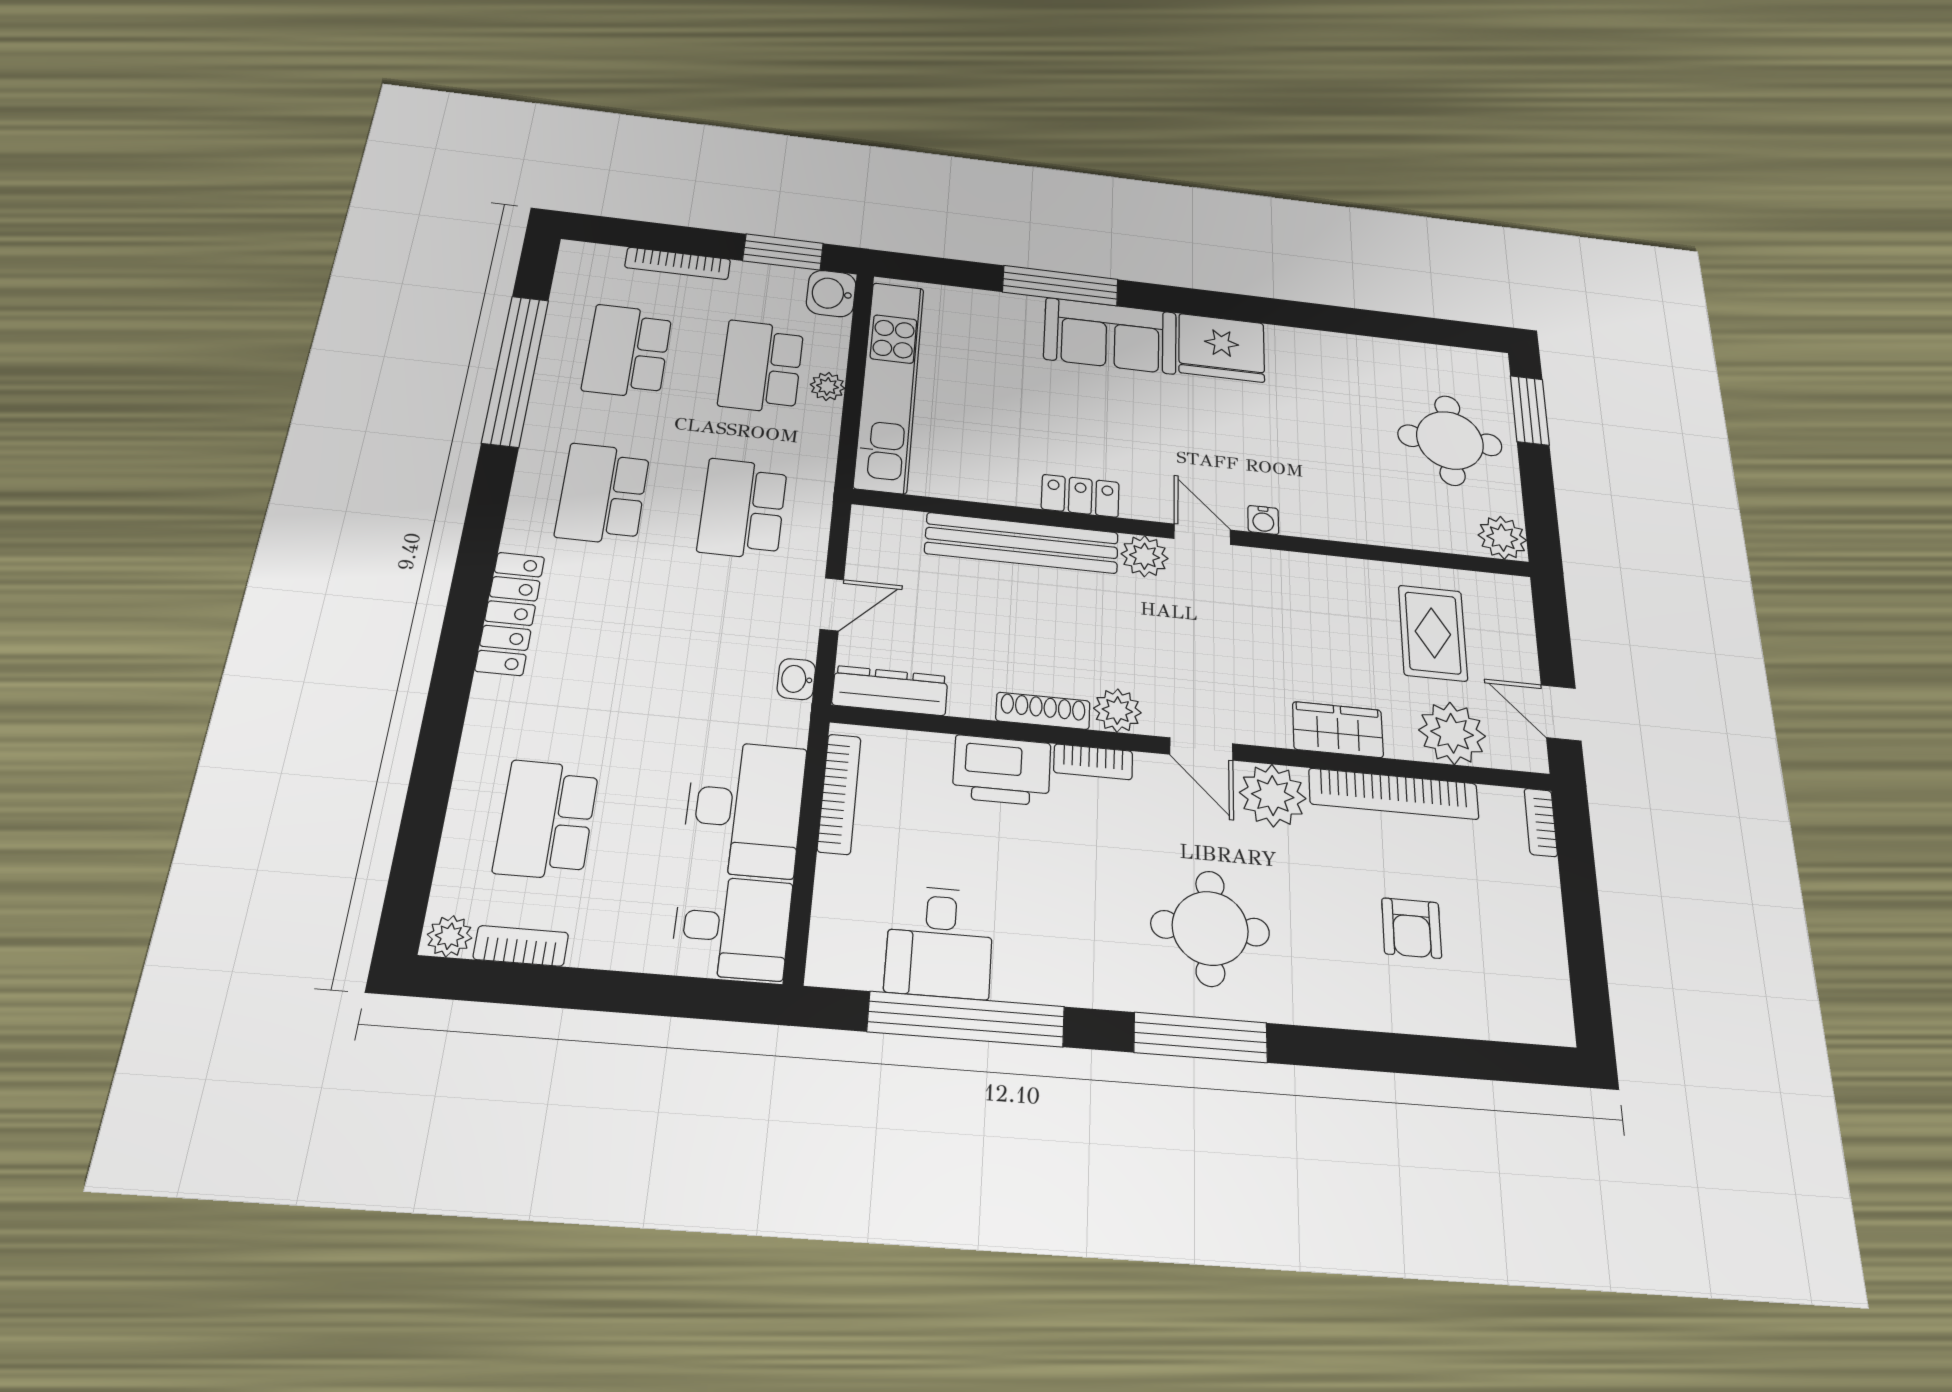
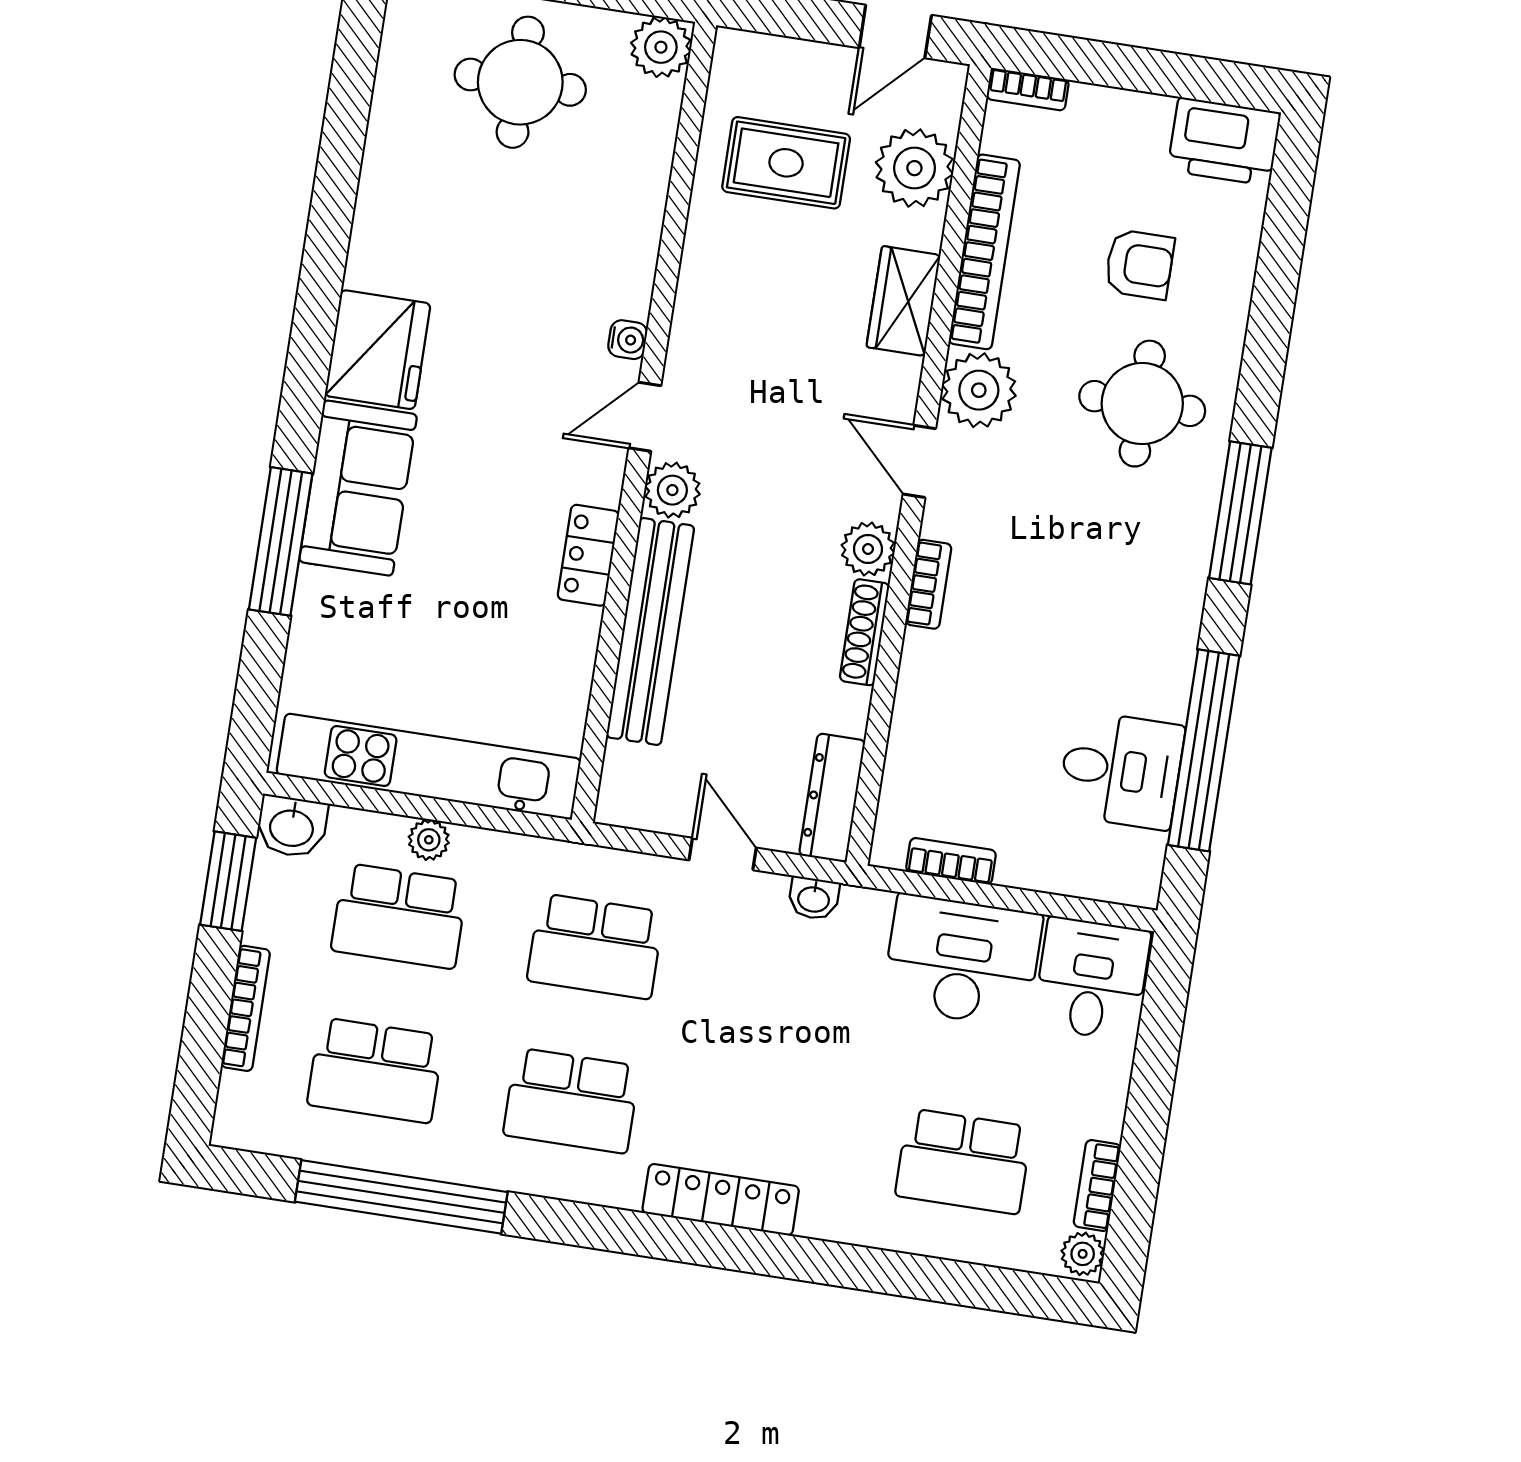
door: (1201, 749) -> (919, 461), swing flipped
printer: (1002, 770) -> (1224, 141), moved, turned 90
bookcase: (839, 794) -> (951, 861), width x0.64
round table: (1210, 928) -> (1142, 404), moved

